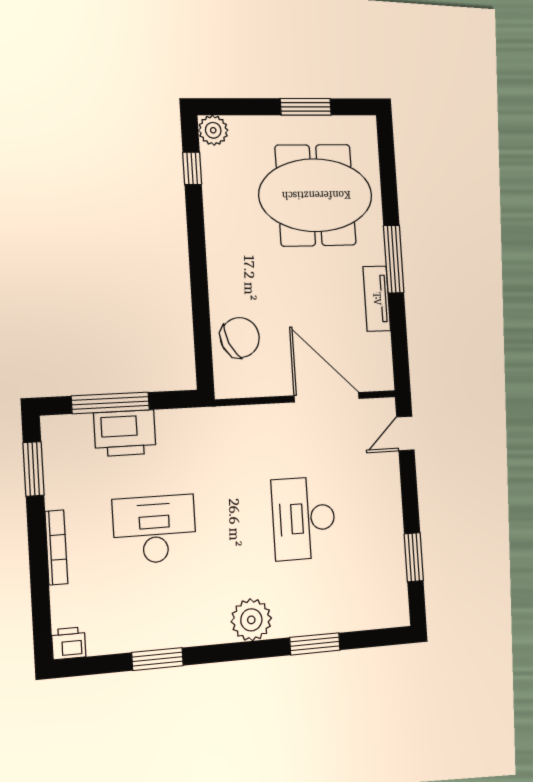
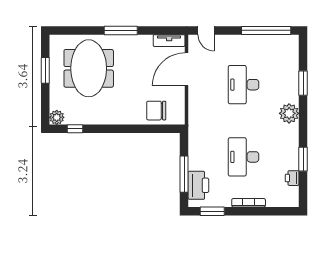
tv unit: (377, 299) -> (169, 41), moved
chair: (240, 338) -> (156, 111), turned -65
printer: (125, 433) -> (198, 185), moved
desk: (304, 518) -> (244, 85), turned 90
window: (414, 557) -> (266, 30), width x2.11
printer: (69, 643) -> (292, 178), moved

